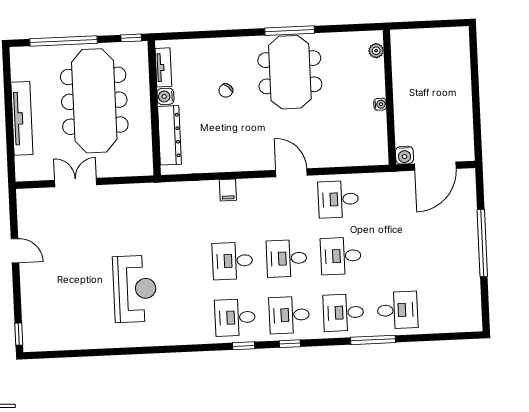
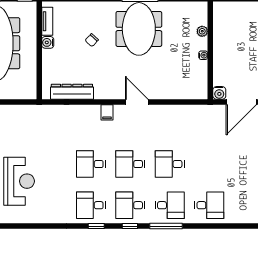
plant: (376, 51) -> (202, 31), moved
dresser: (170, 135) -> (72, 92), moved, turned -90
filing cabinet: (228, 190) -> (107, 112), moved
desk: (338, 199) -> (170, 123), removed
desk: (343, 313) -> (170, 205), turned 180
window: (373, 340) -> (166, 226), moved

